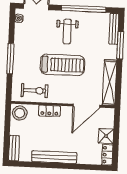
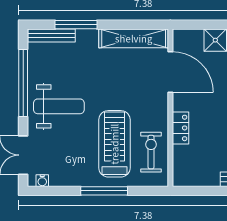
weight bench: (67, 32) -> (59, 106), width x1.36, depth x1.33
treadmill: (62, 65) -> (114, 144), moved
stool: (20, 113) -> (186, 173), removed

